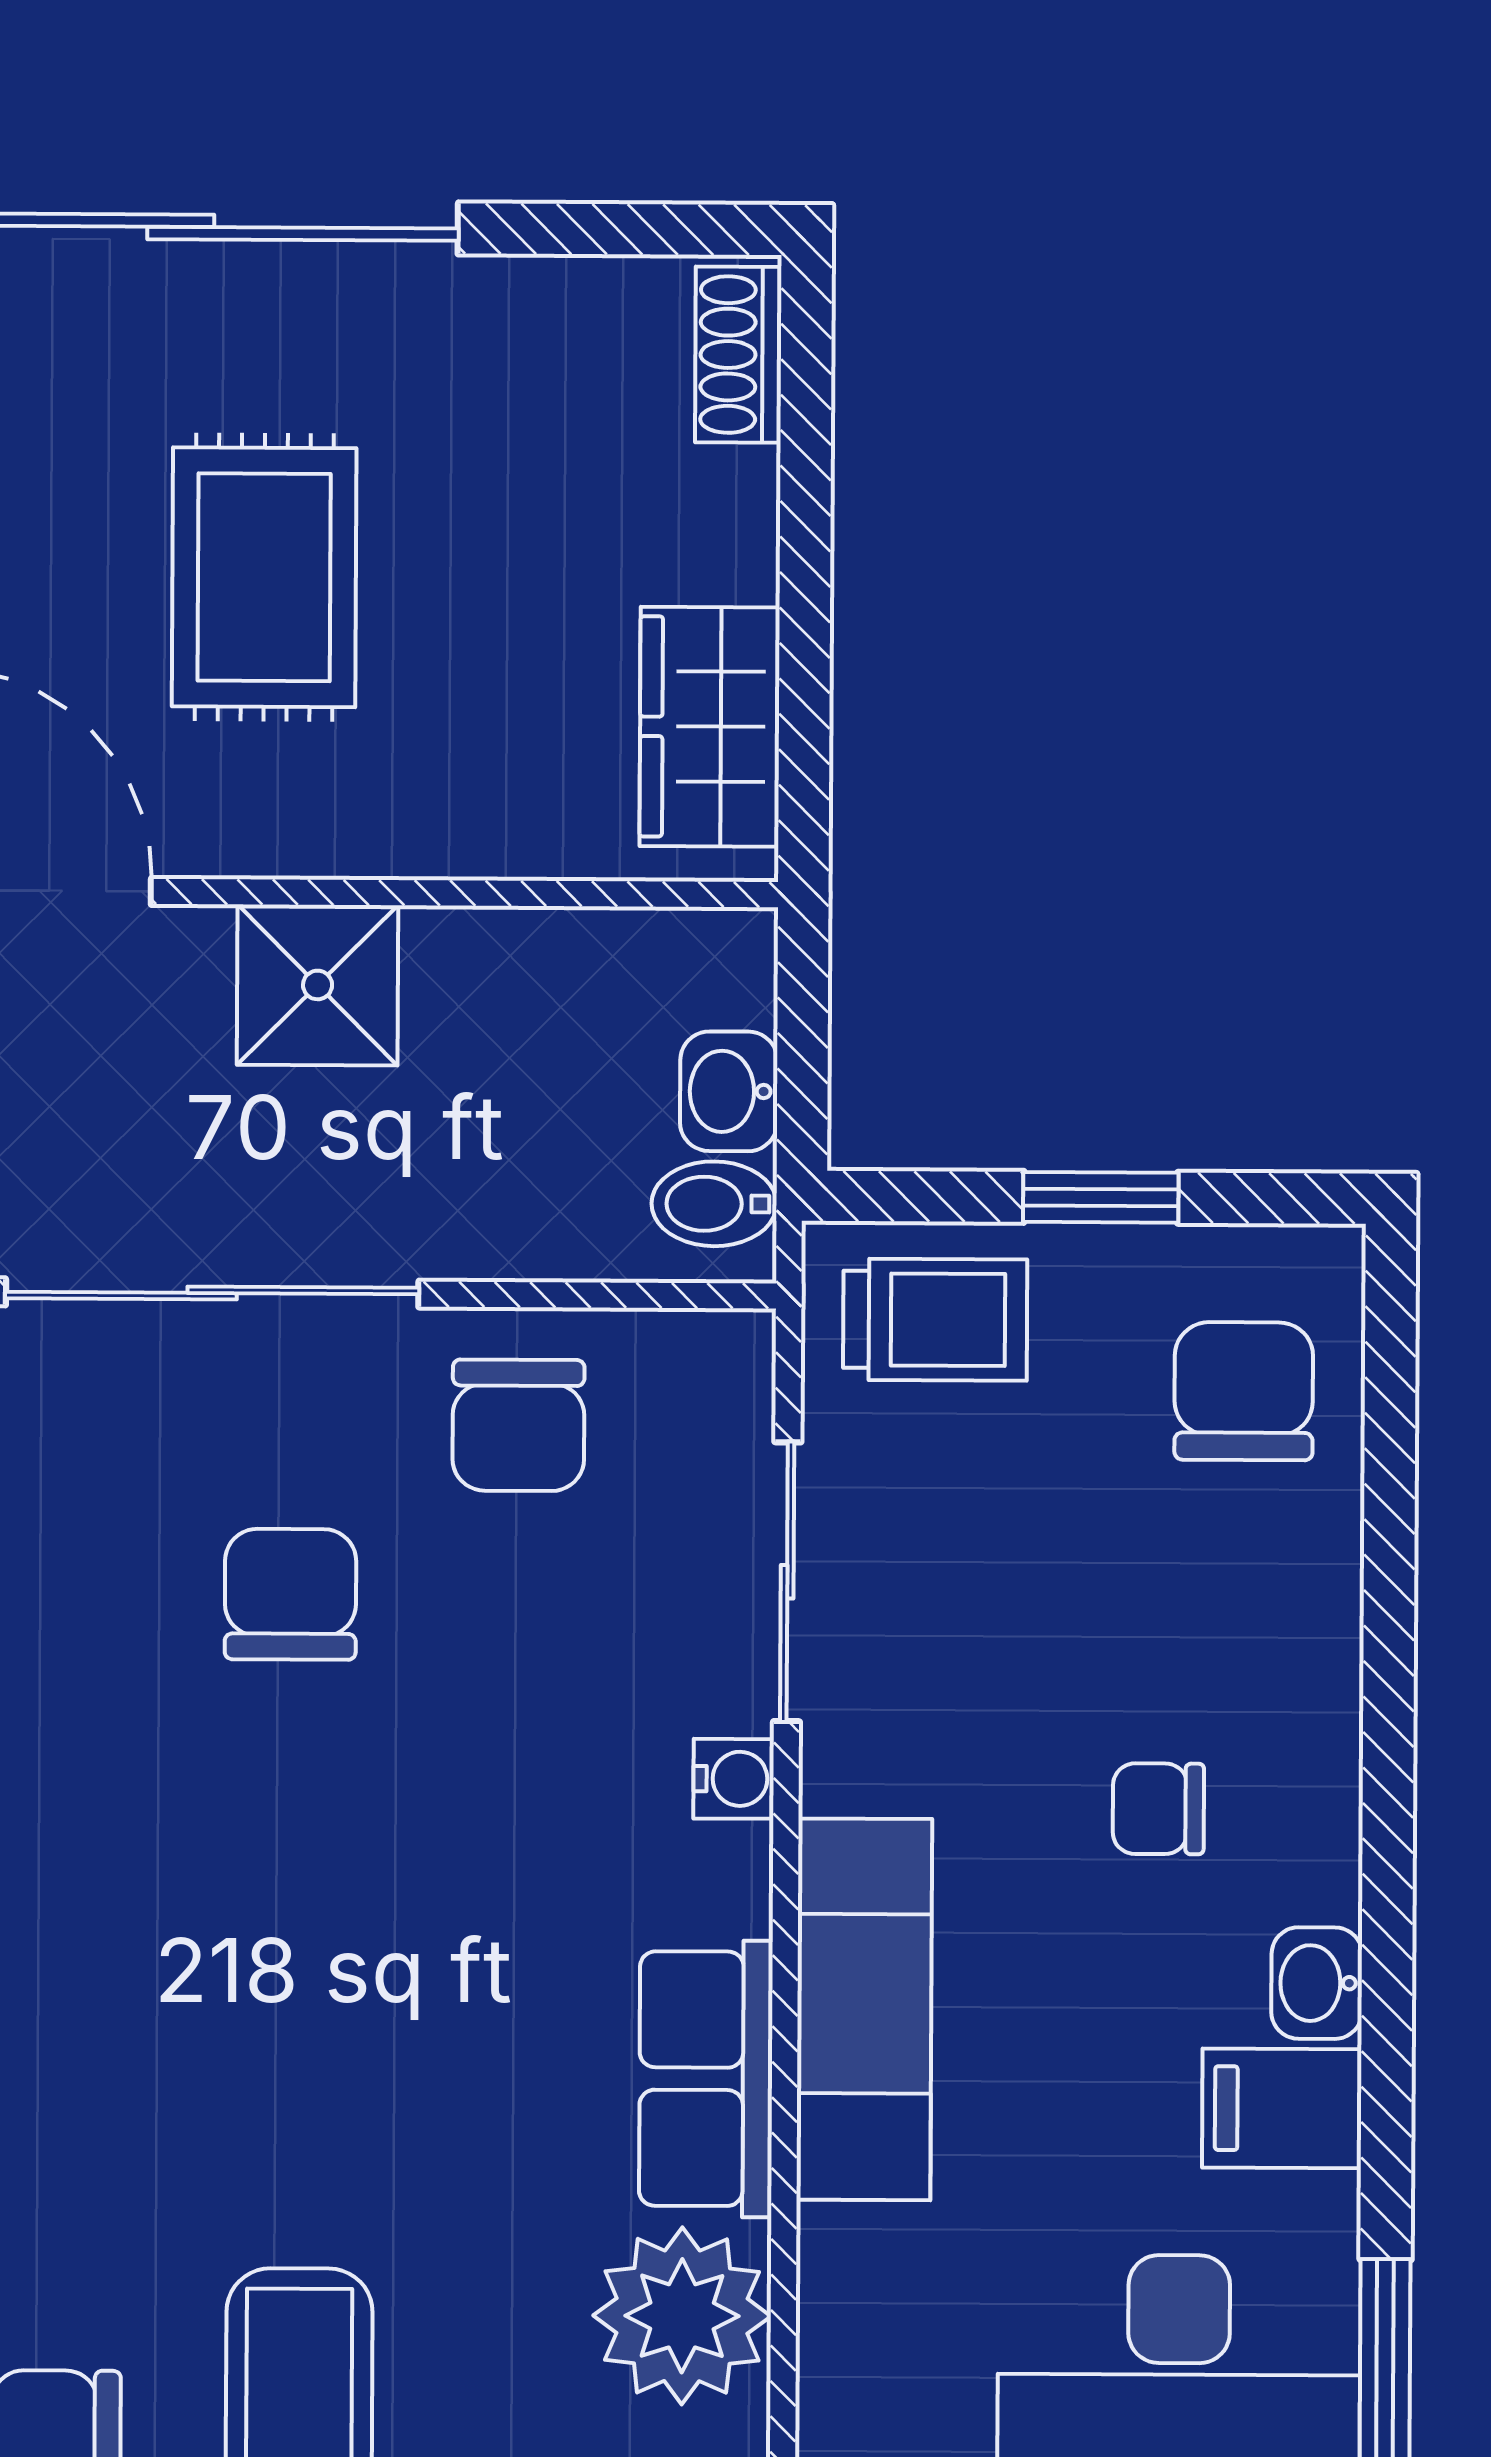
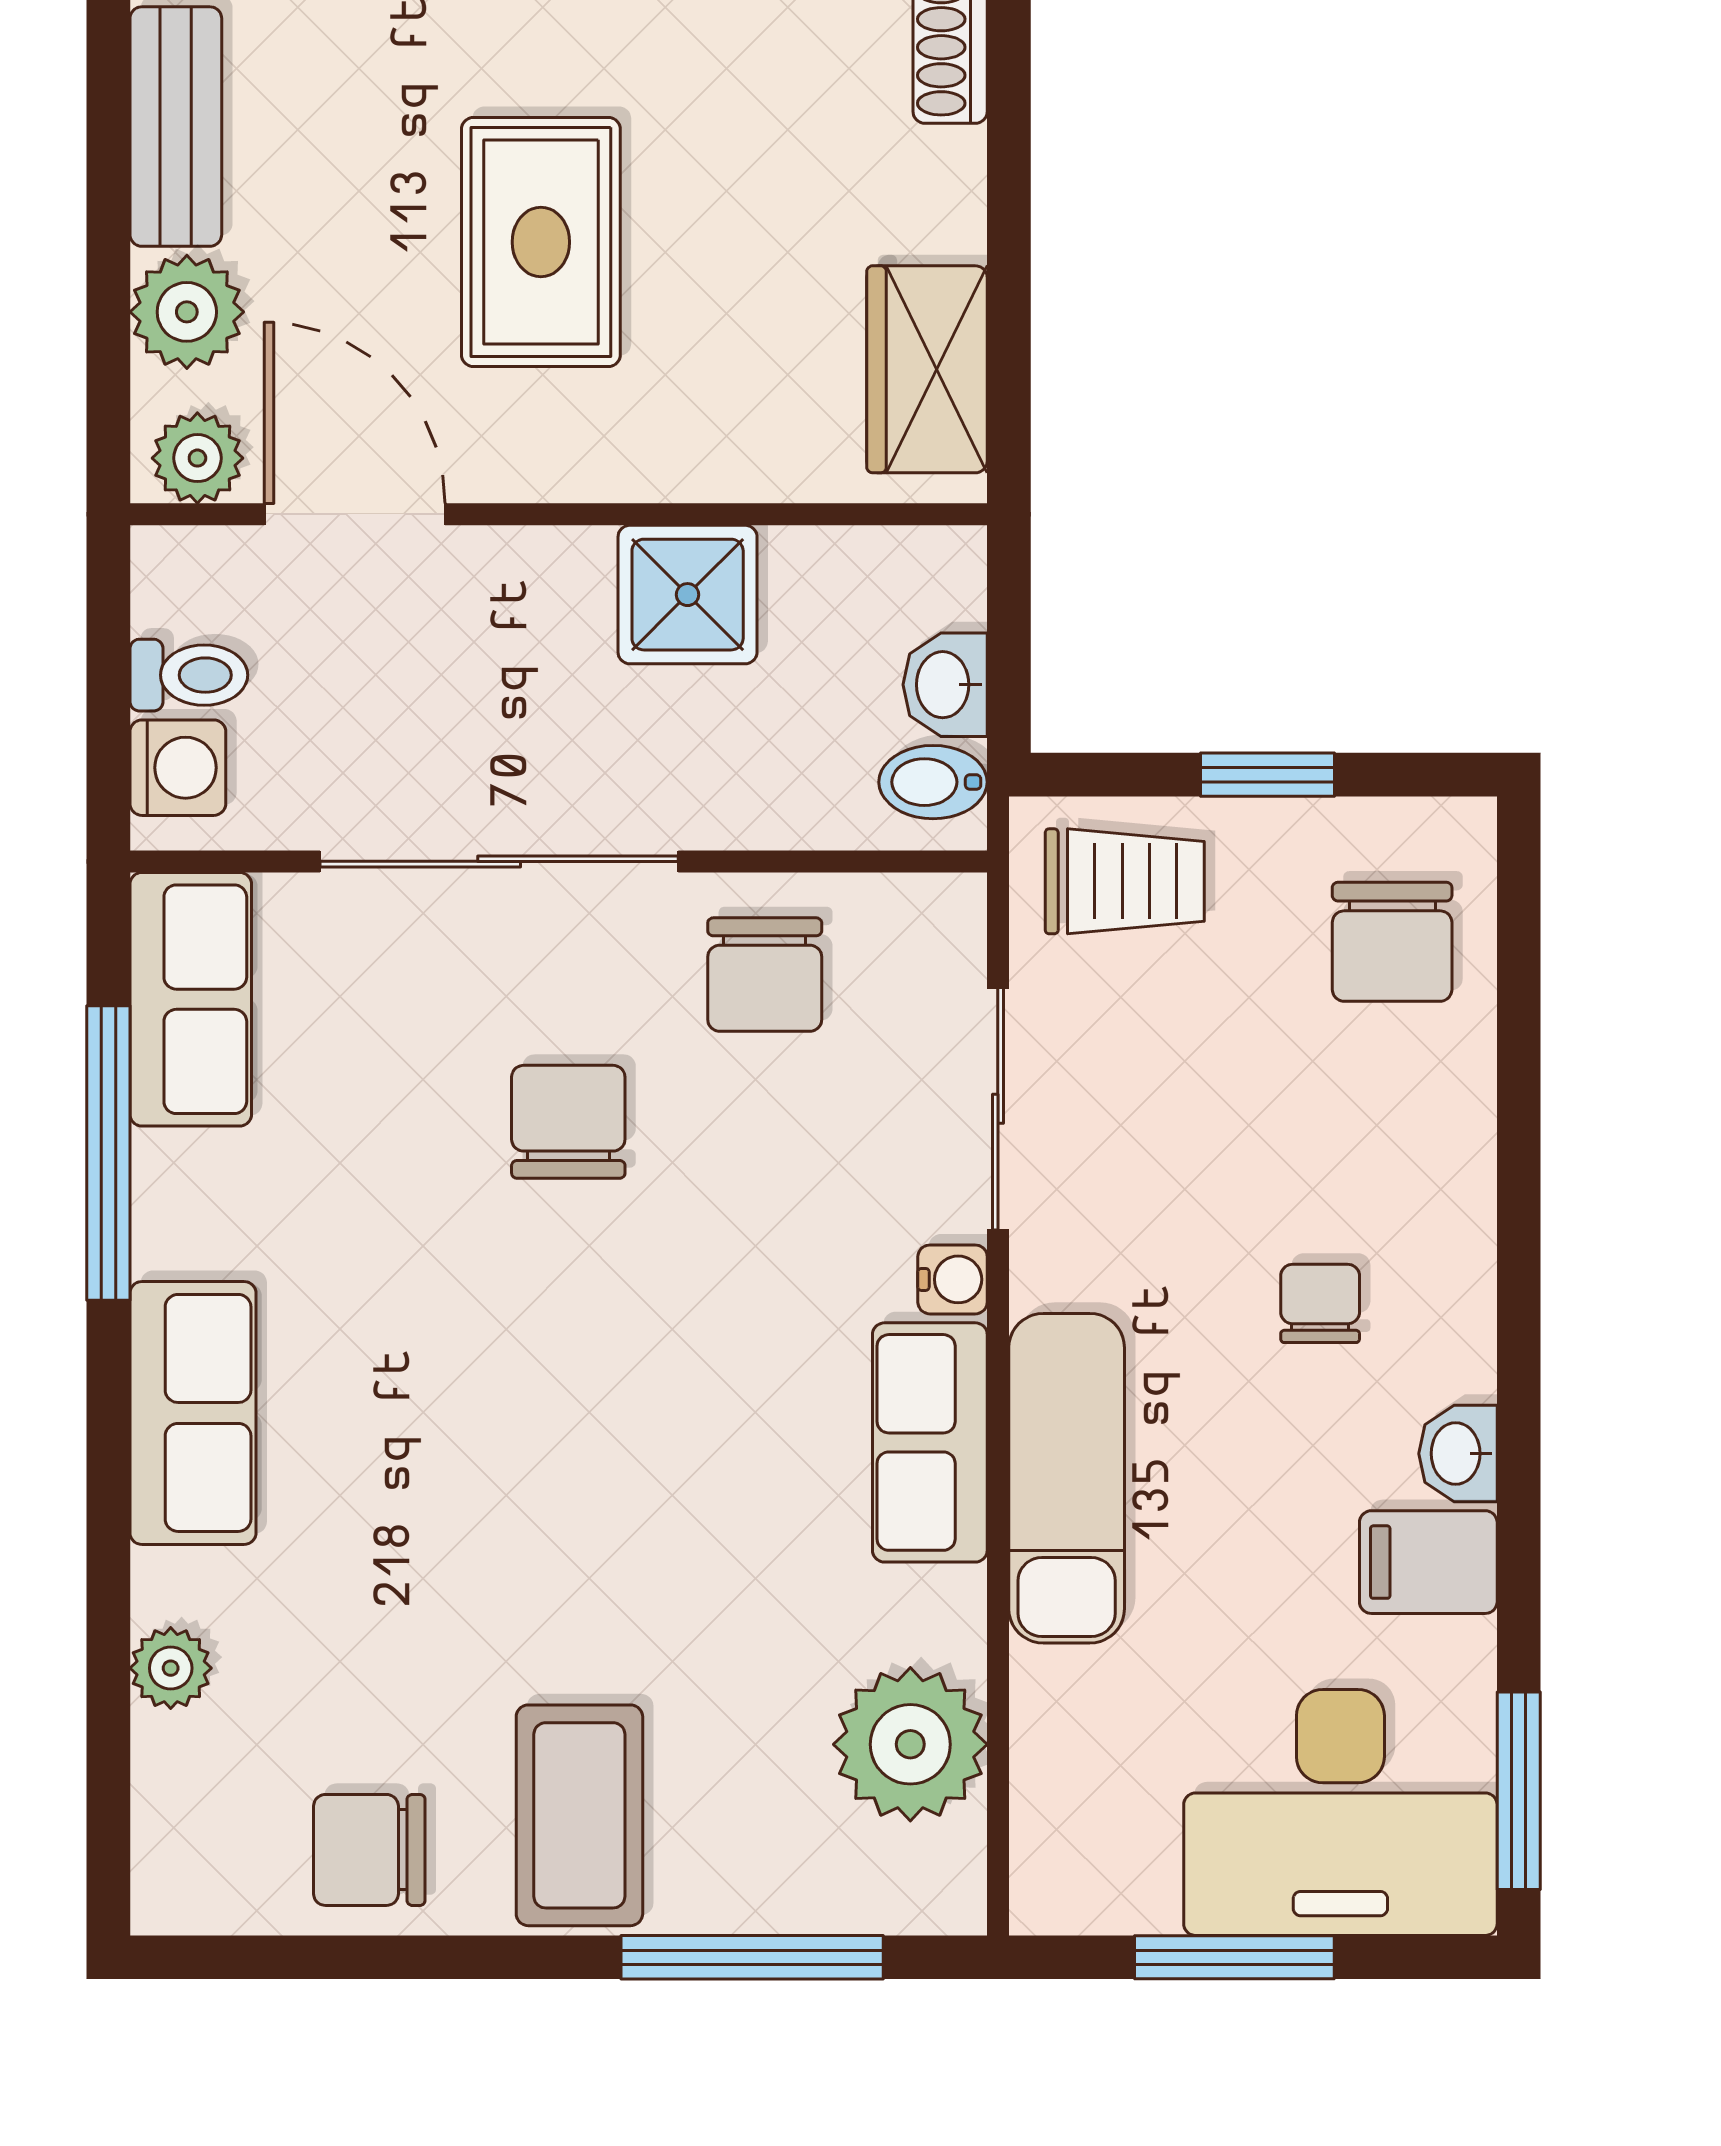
shower: (318, 985) -> (688, 595), moved
chair: (1244, 1391) -> (1392, 942), turned 180
chair: (1158, 1809) -> (1320, 1303), turned 90
row of seats: (706, 2079) -> (930, 1442), moved

